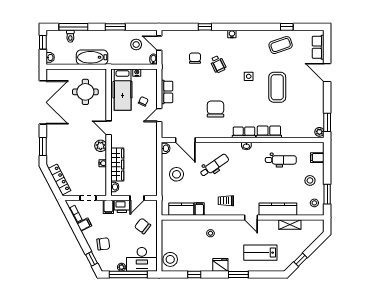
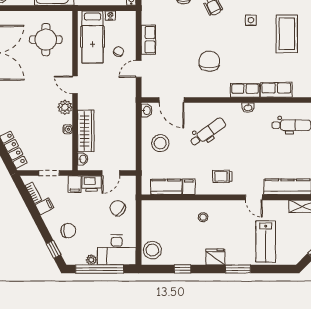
lab bench: (260, 253) -> (266, 241), turned -90

